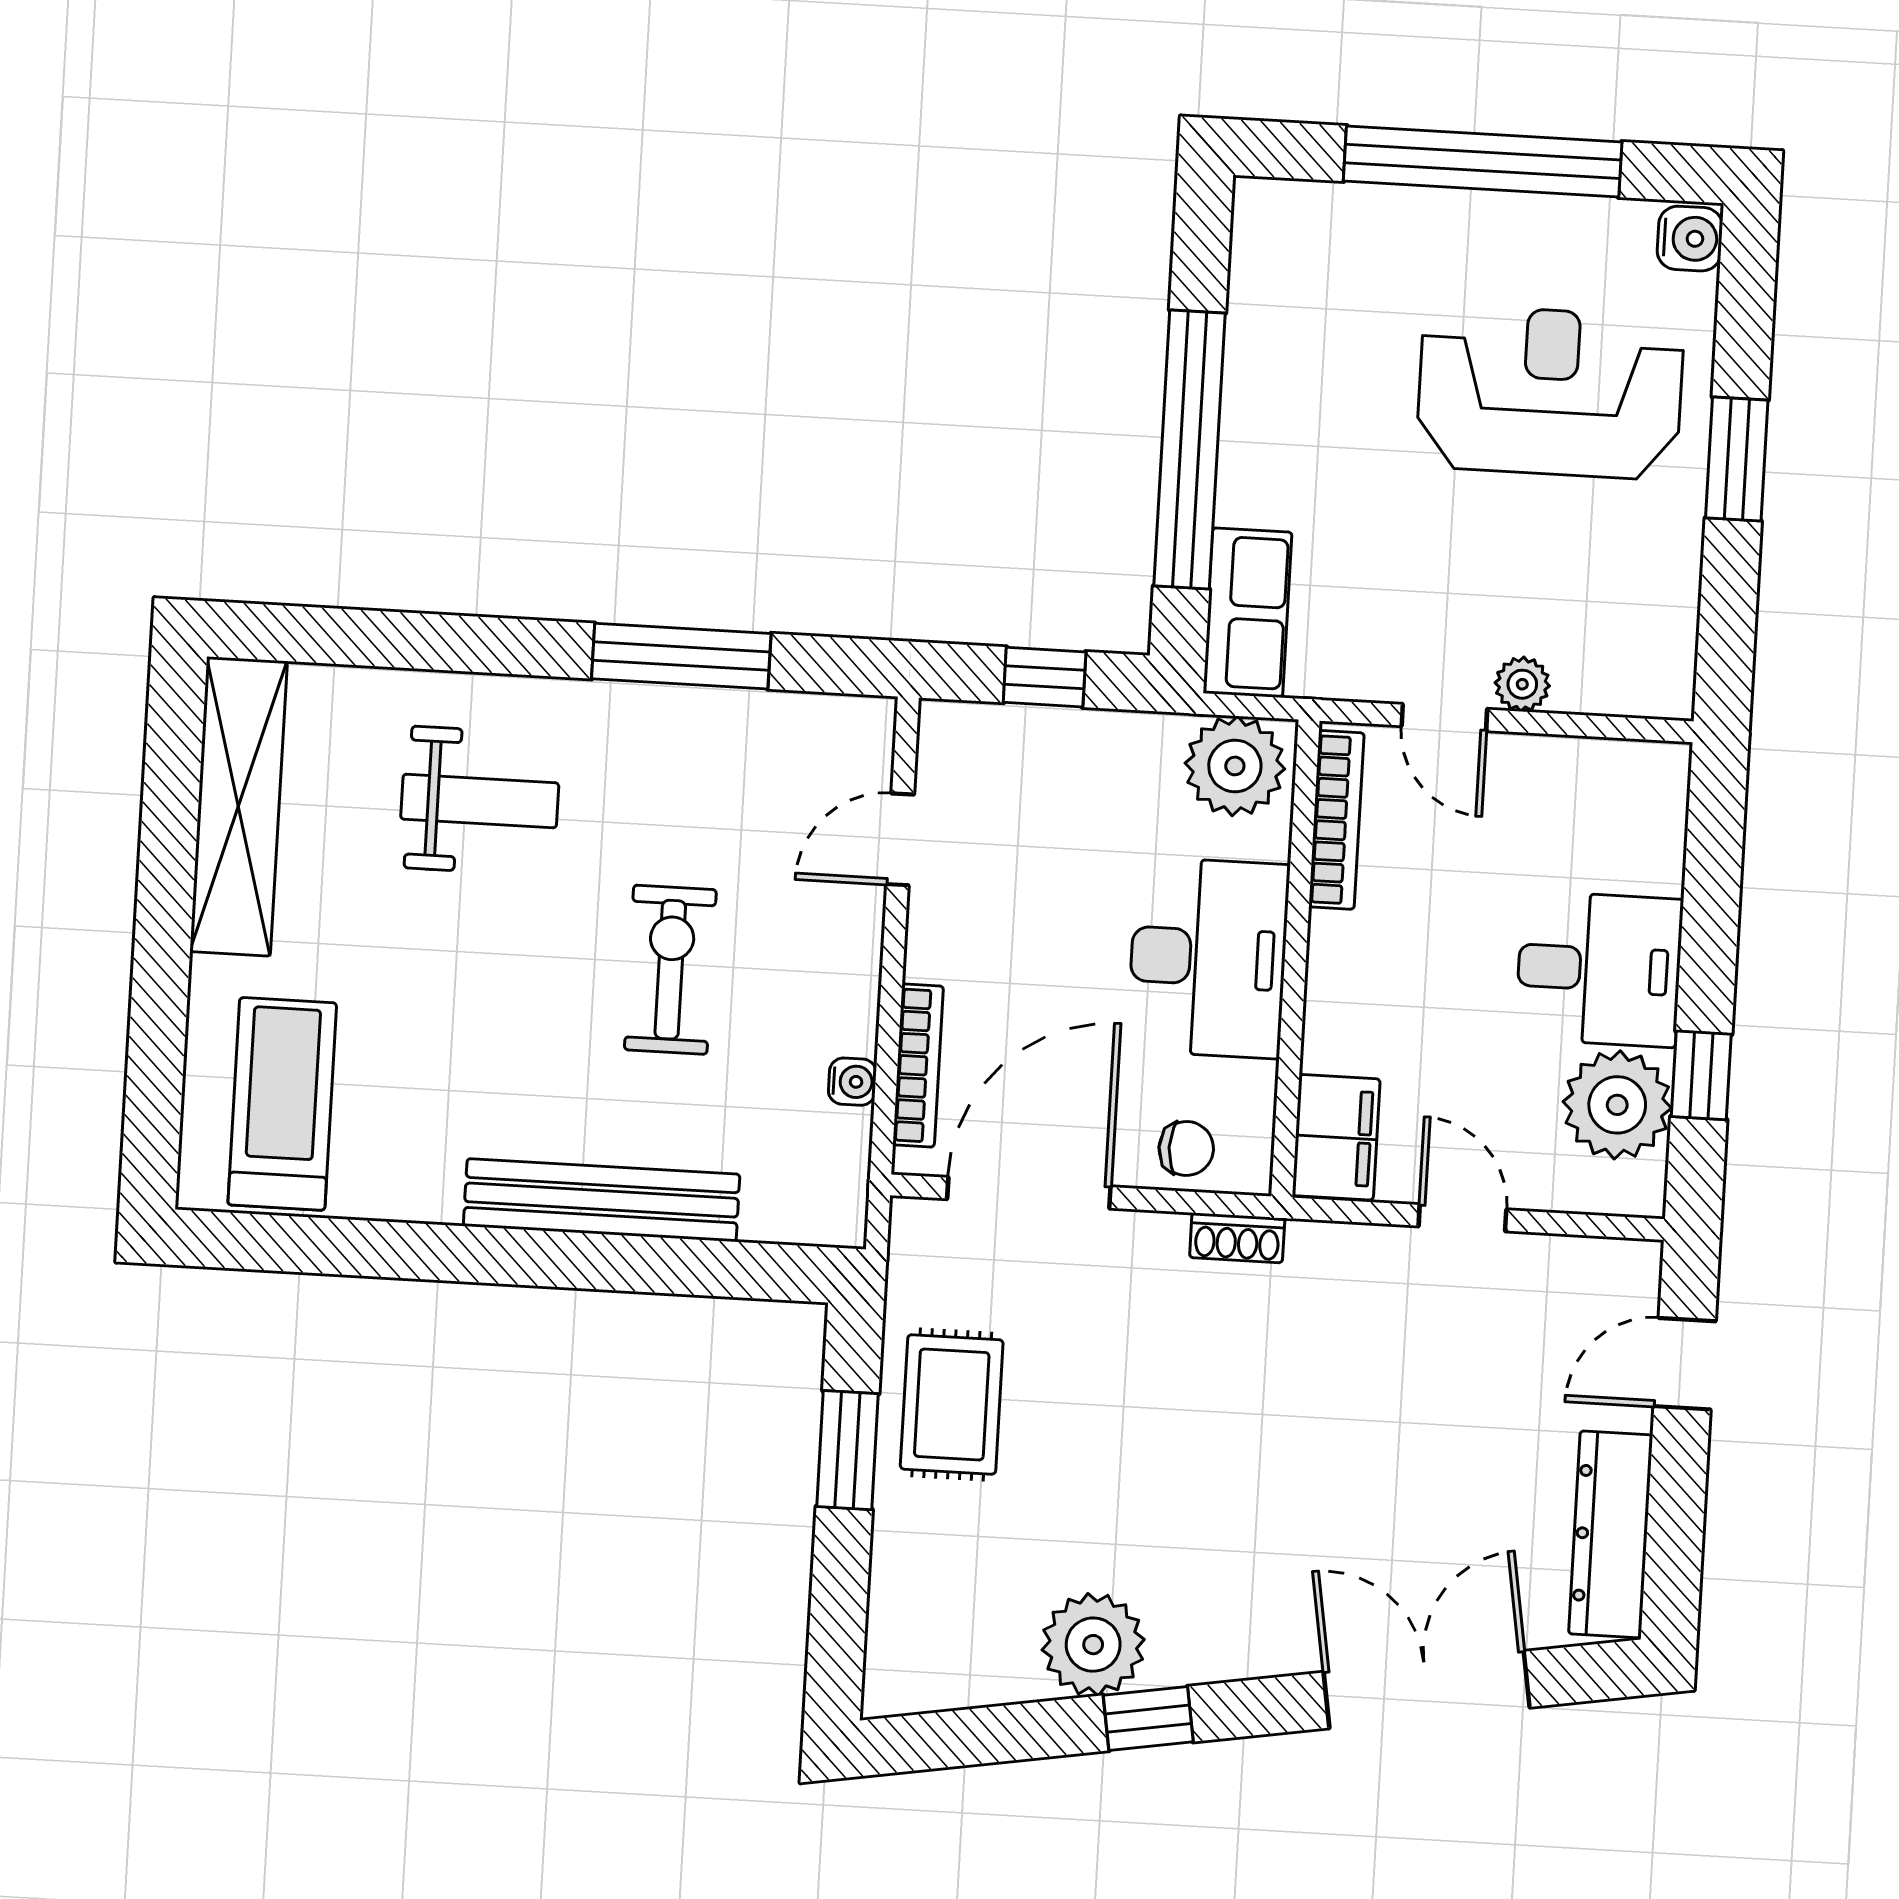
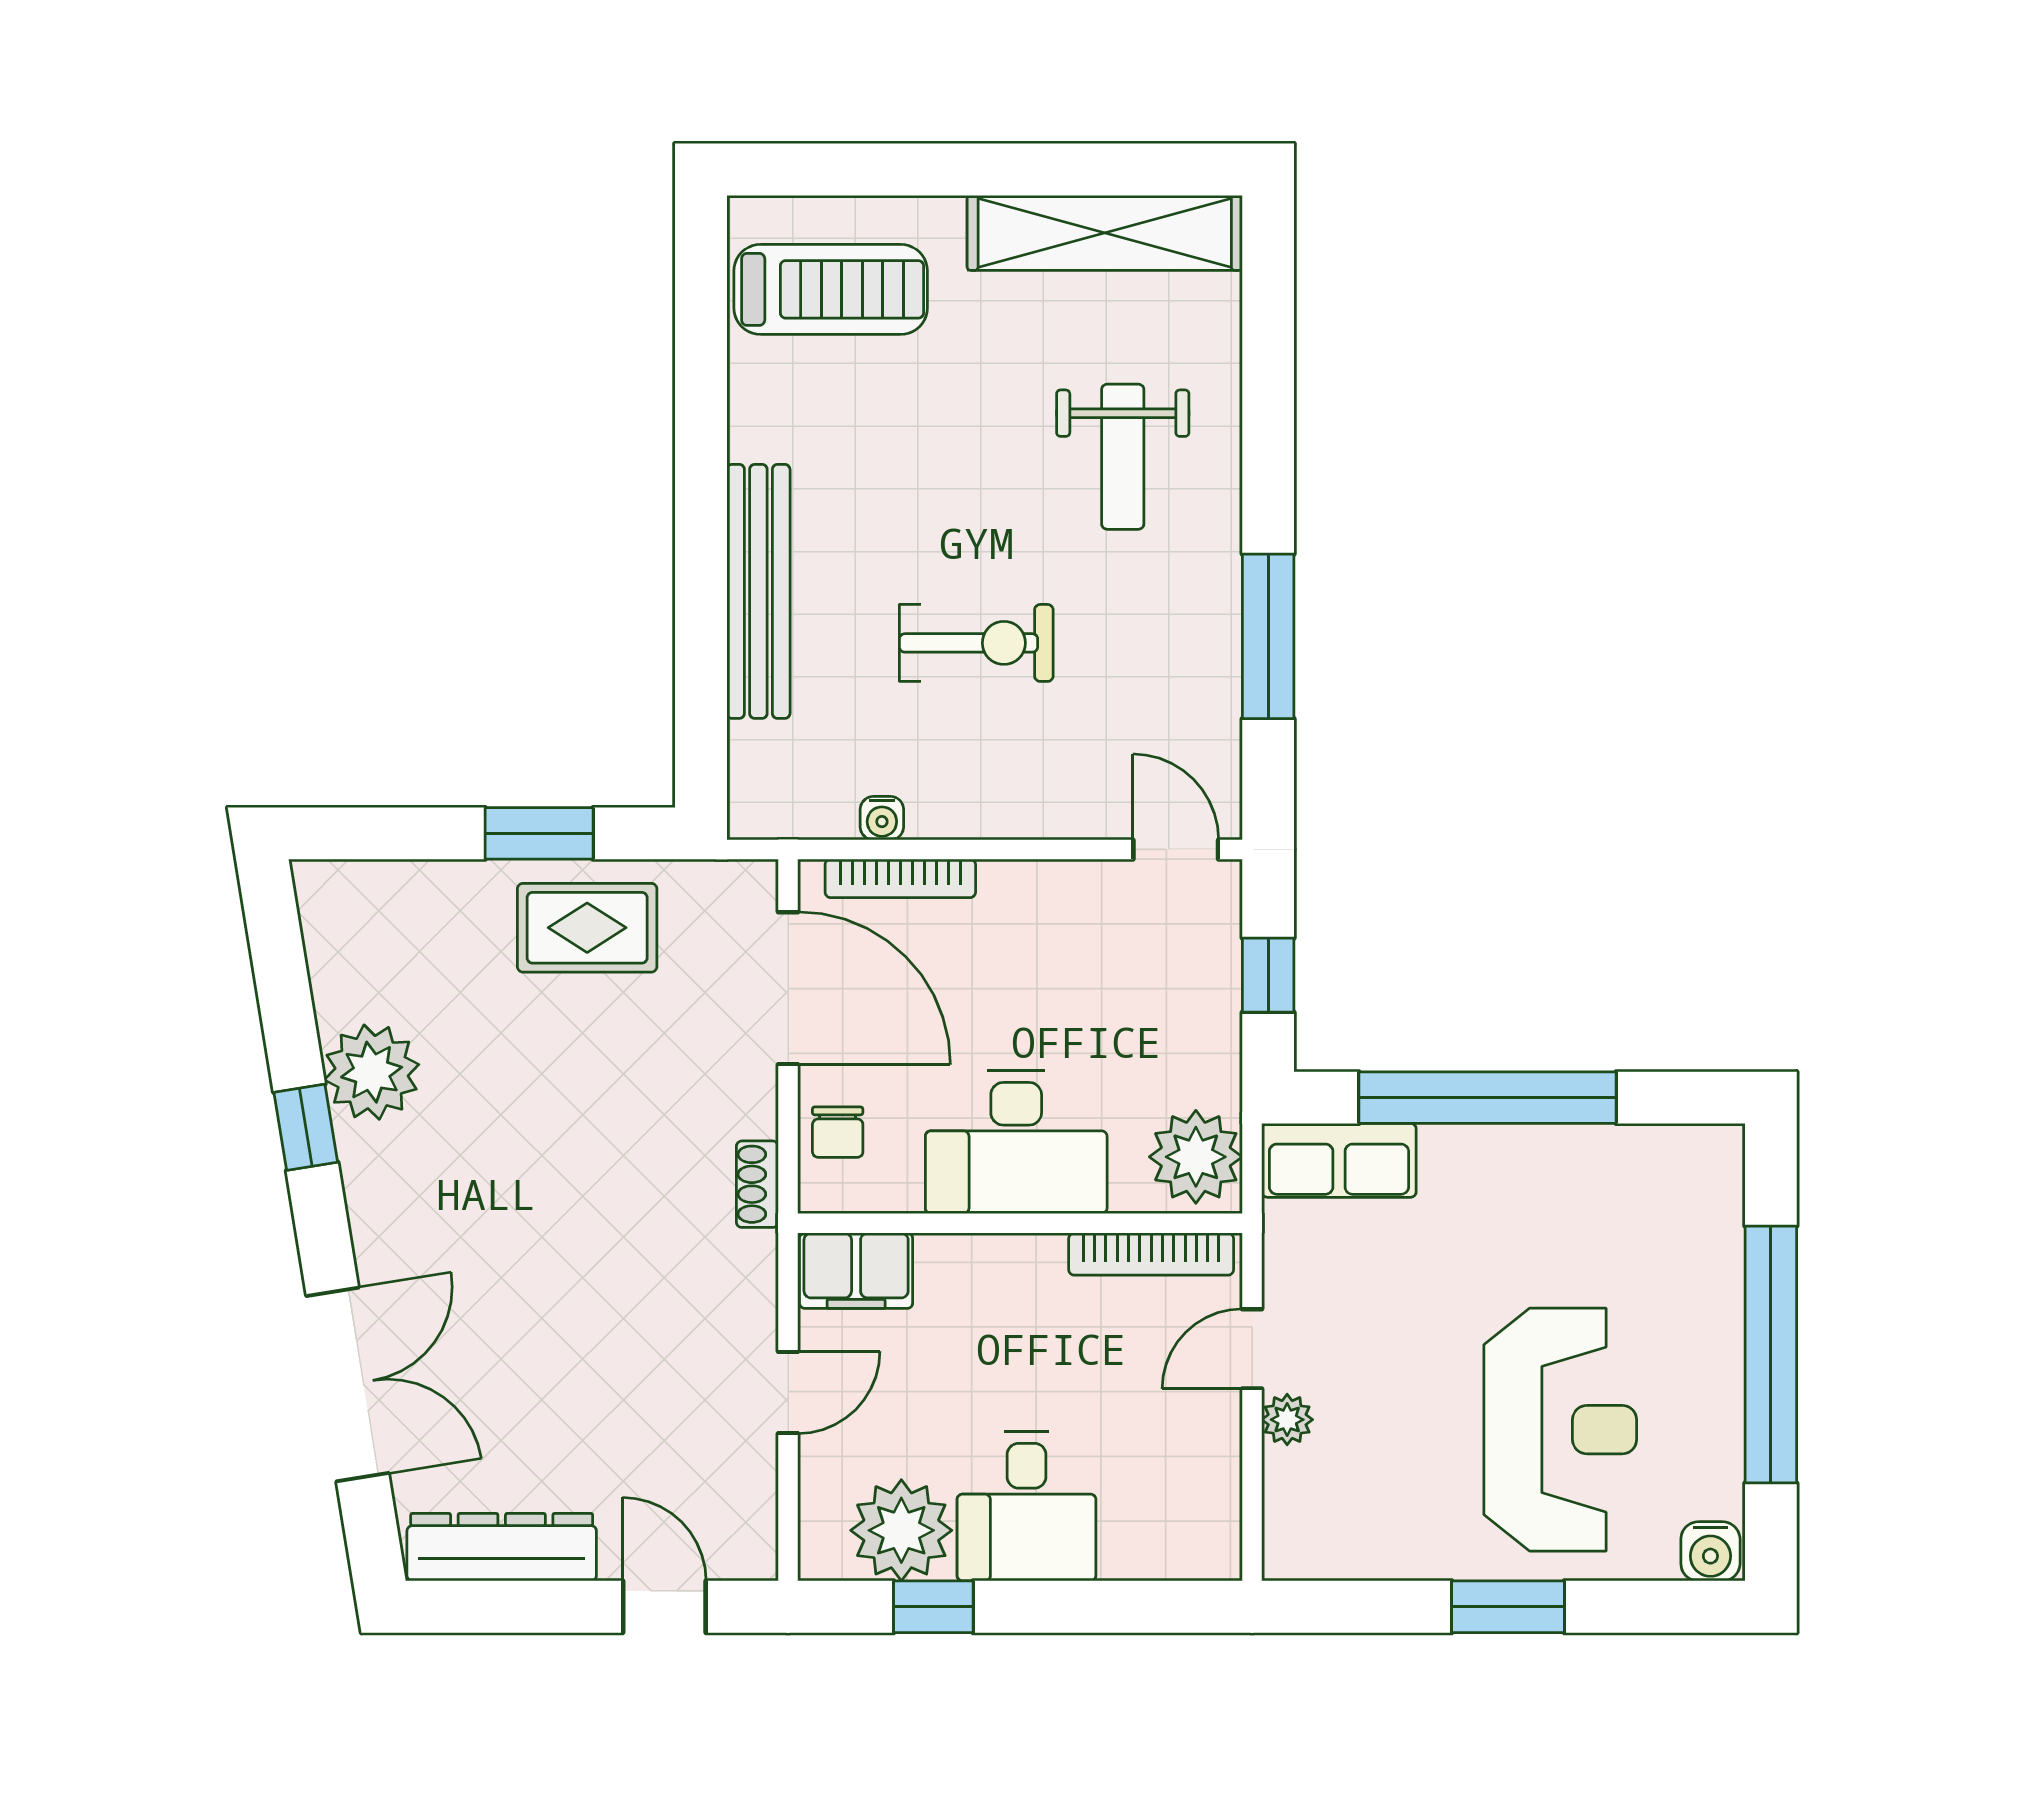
door: (900, 839) -> (1176, 849), moved

